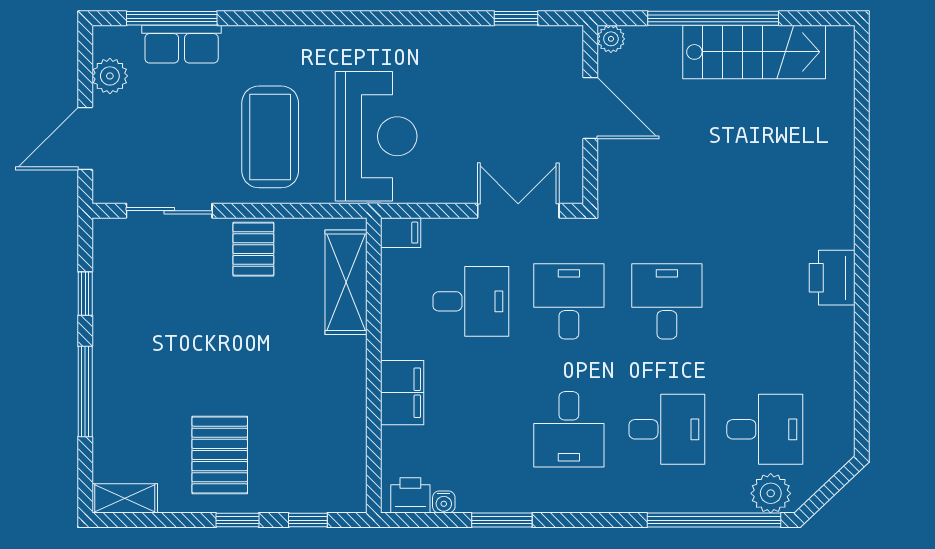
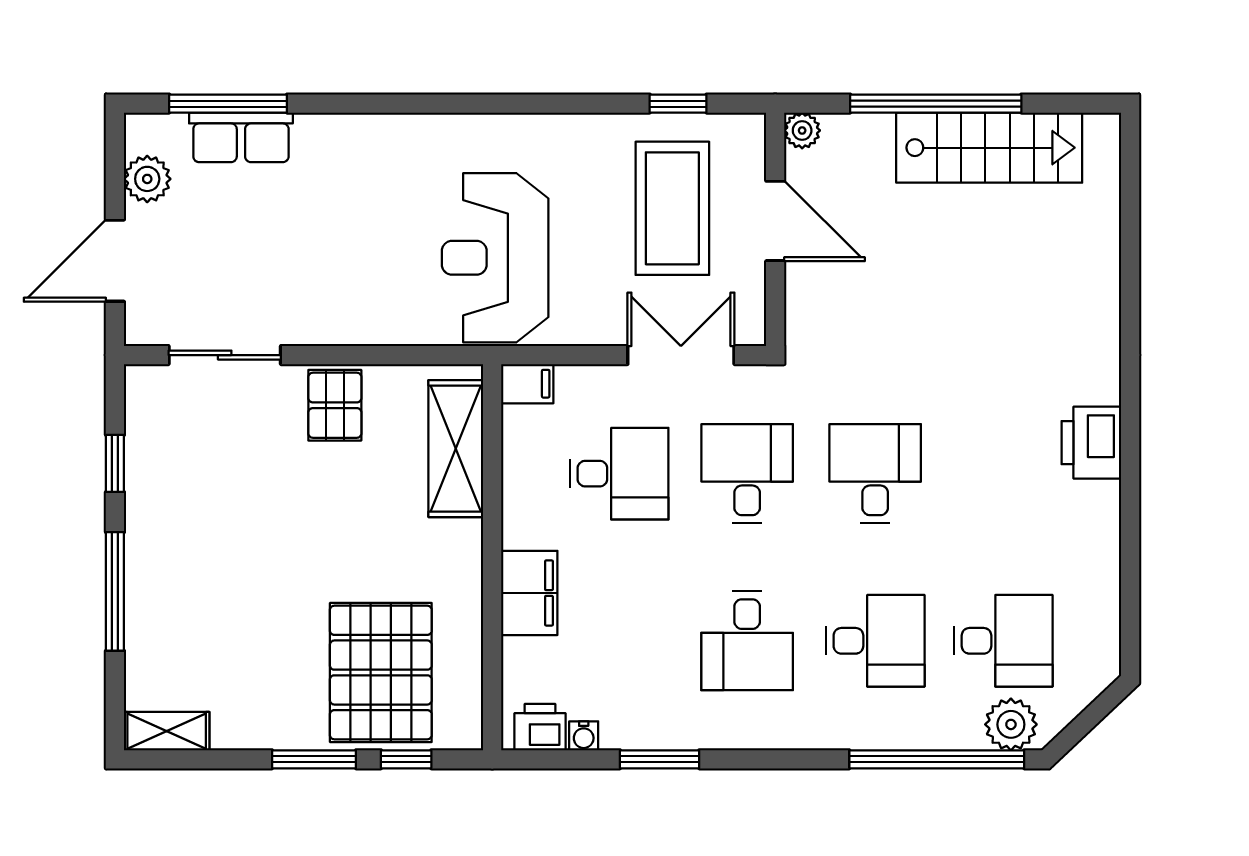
reception desk: (376, 136) -> (495, 258), turned 180
coffee table: (270, 137) -> (672, 208), moved
pallet: (220, 455) -> (381, 673), moved, width x1.37, depth x1.41
window: (237, 520) -> (314, 759), width x1.50

